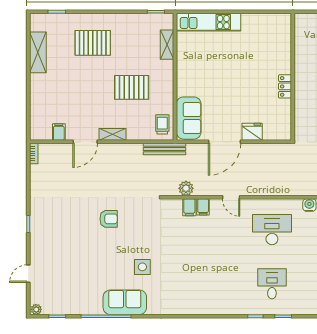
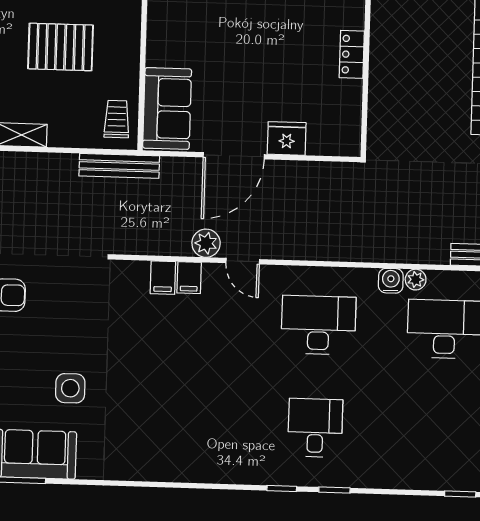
plant: (186, 188) -> (206, 243), moved

